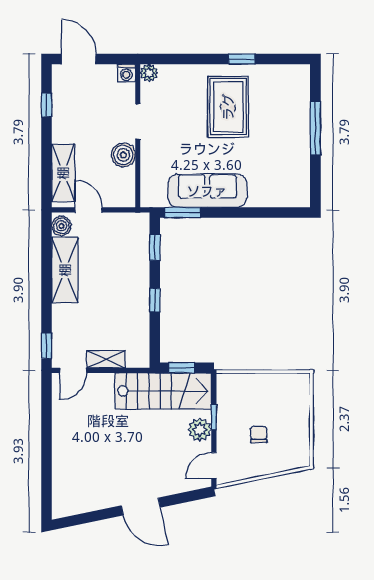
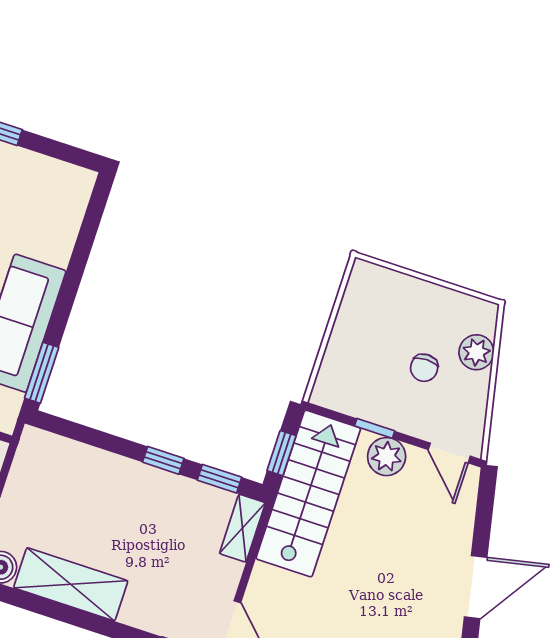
window: (155, 247) -> (219, 479), moved
shelving: (106, 359) -> (242, 528), moved
chair: (259, 434) -> (424, 368), turned -90
plant: (278, 462) -> (476, 352), added

